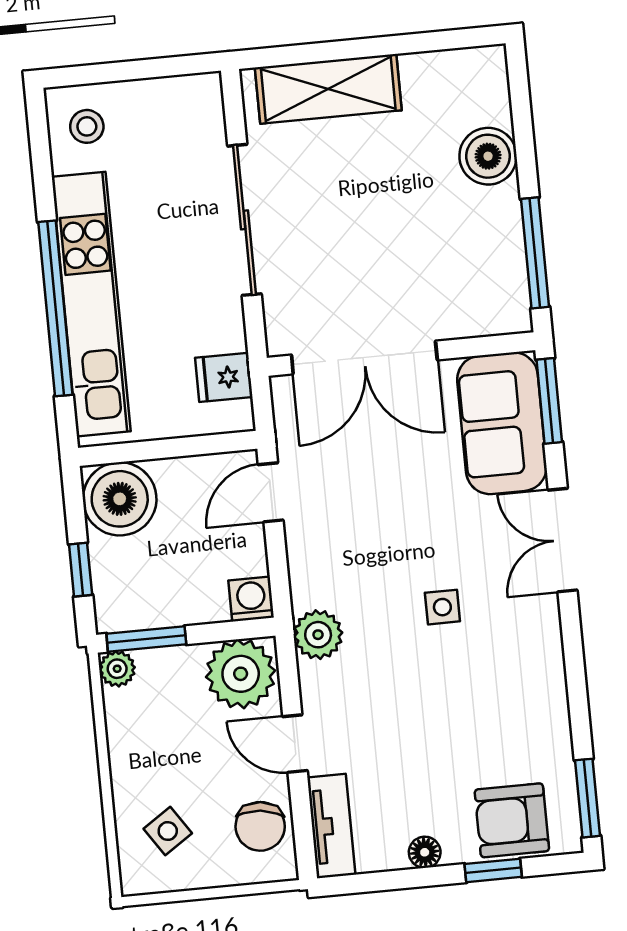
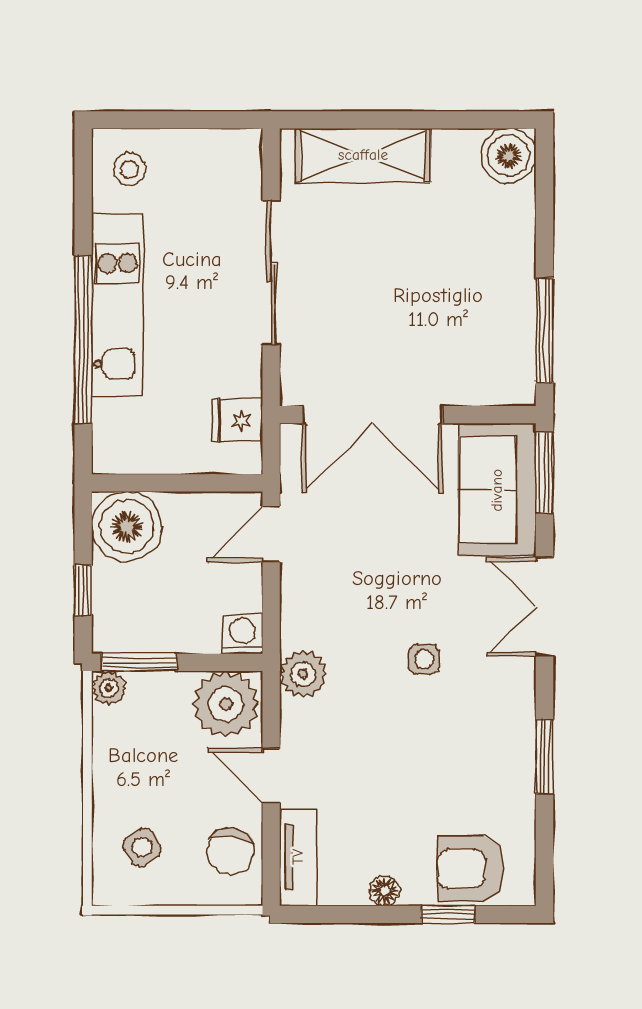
boiler: (488, 156) -> (509, 156), moved
kitchen unit: (91, 304) -> (117, 305), width x0.73
window: (587, 798) -> (544, 757), moved

